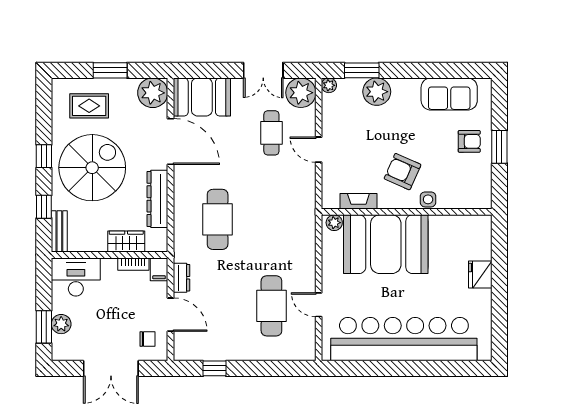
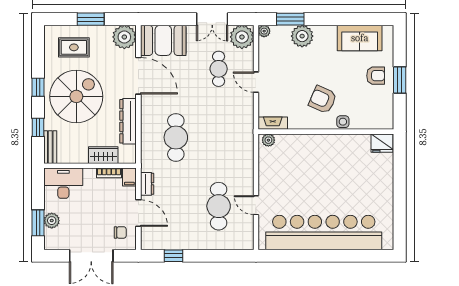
fireplace: (358, 201) -> (273, 123), moved
booth: (386, 244) -> (309, 157), removed
fridge: (480, 275) -> (382, 143), moved, turned -90

